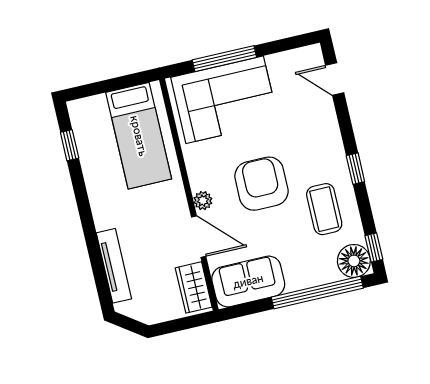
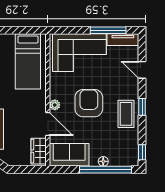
window: (224, 59) -> (108, 30), moved
tv unit: (295, 59) -> (123, 40), added
door: (335, 79) -> (142, 70), moved
coffee table: (324, 209) -> (126, 114), moved
floor lamp: (354, 261) -> (103, 161), moved, width x0.53, depth x0.53

